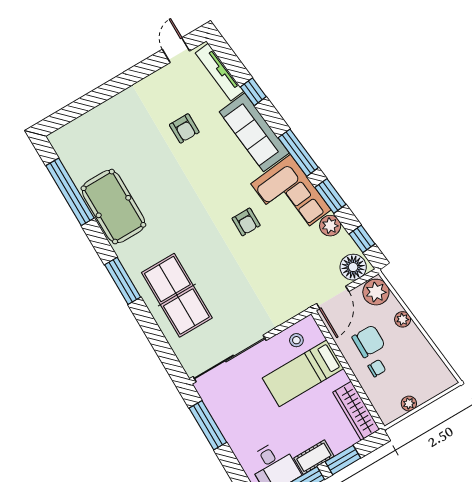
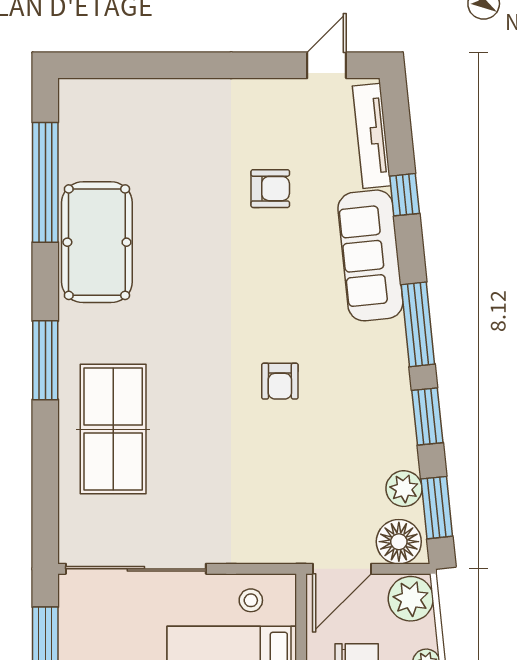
armchair: (184, 128) -> (270, 189), turned -90
corner sofa: (291, 197) -> (368, 383), removed
plant: (330, 226) -> (404, 489), moved
window: (362, 239) -> (437, 508), width x1.50

